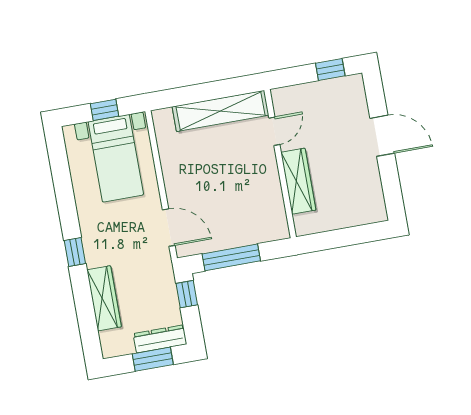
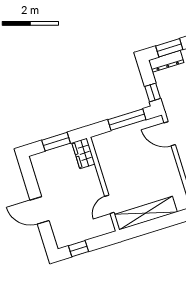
wardrobe: (298, 181) -> (83, 153), moved, width x0.67
window: (344, 237) -> (56, 142), added

